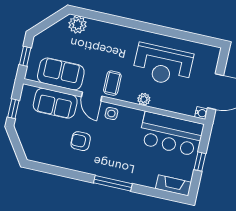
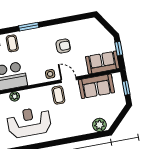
plant: (144, 99) -> (15, 96), moved
sofa: (55, 103) -> (102, 63), moved
coffee table: (142, 171) -> (12, 43), added
window: (113, 183) -> (29, 27), width x0.69

